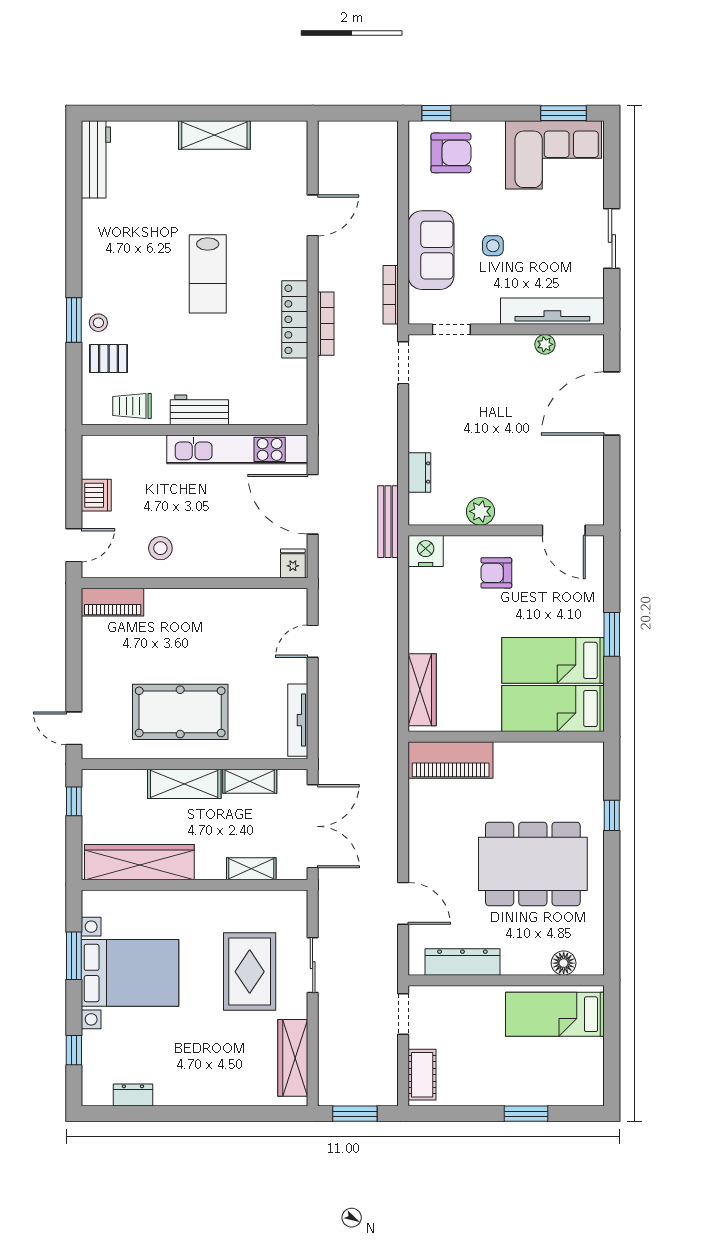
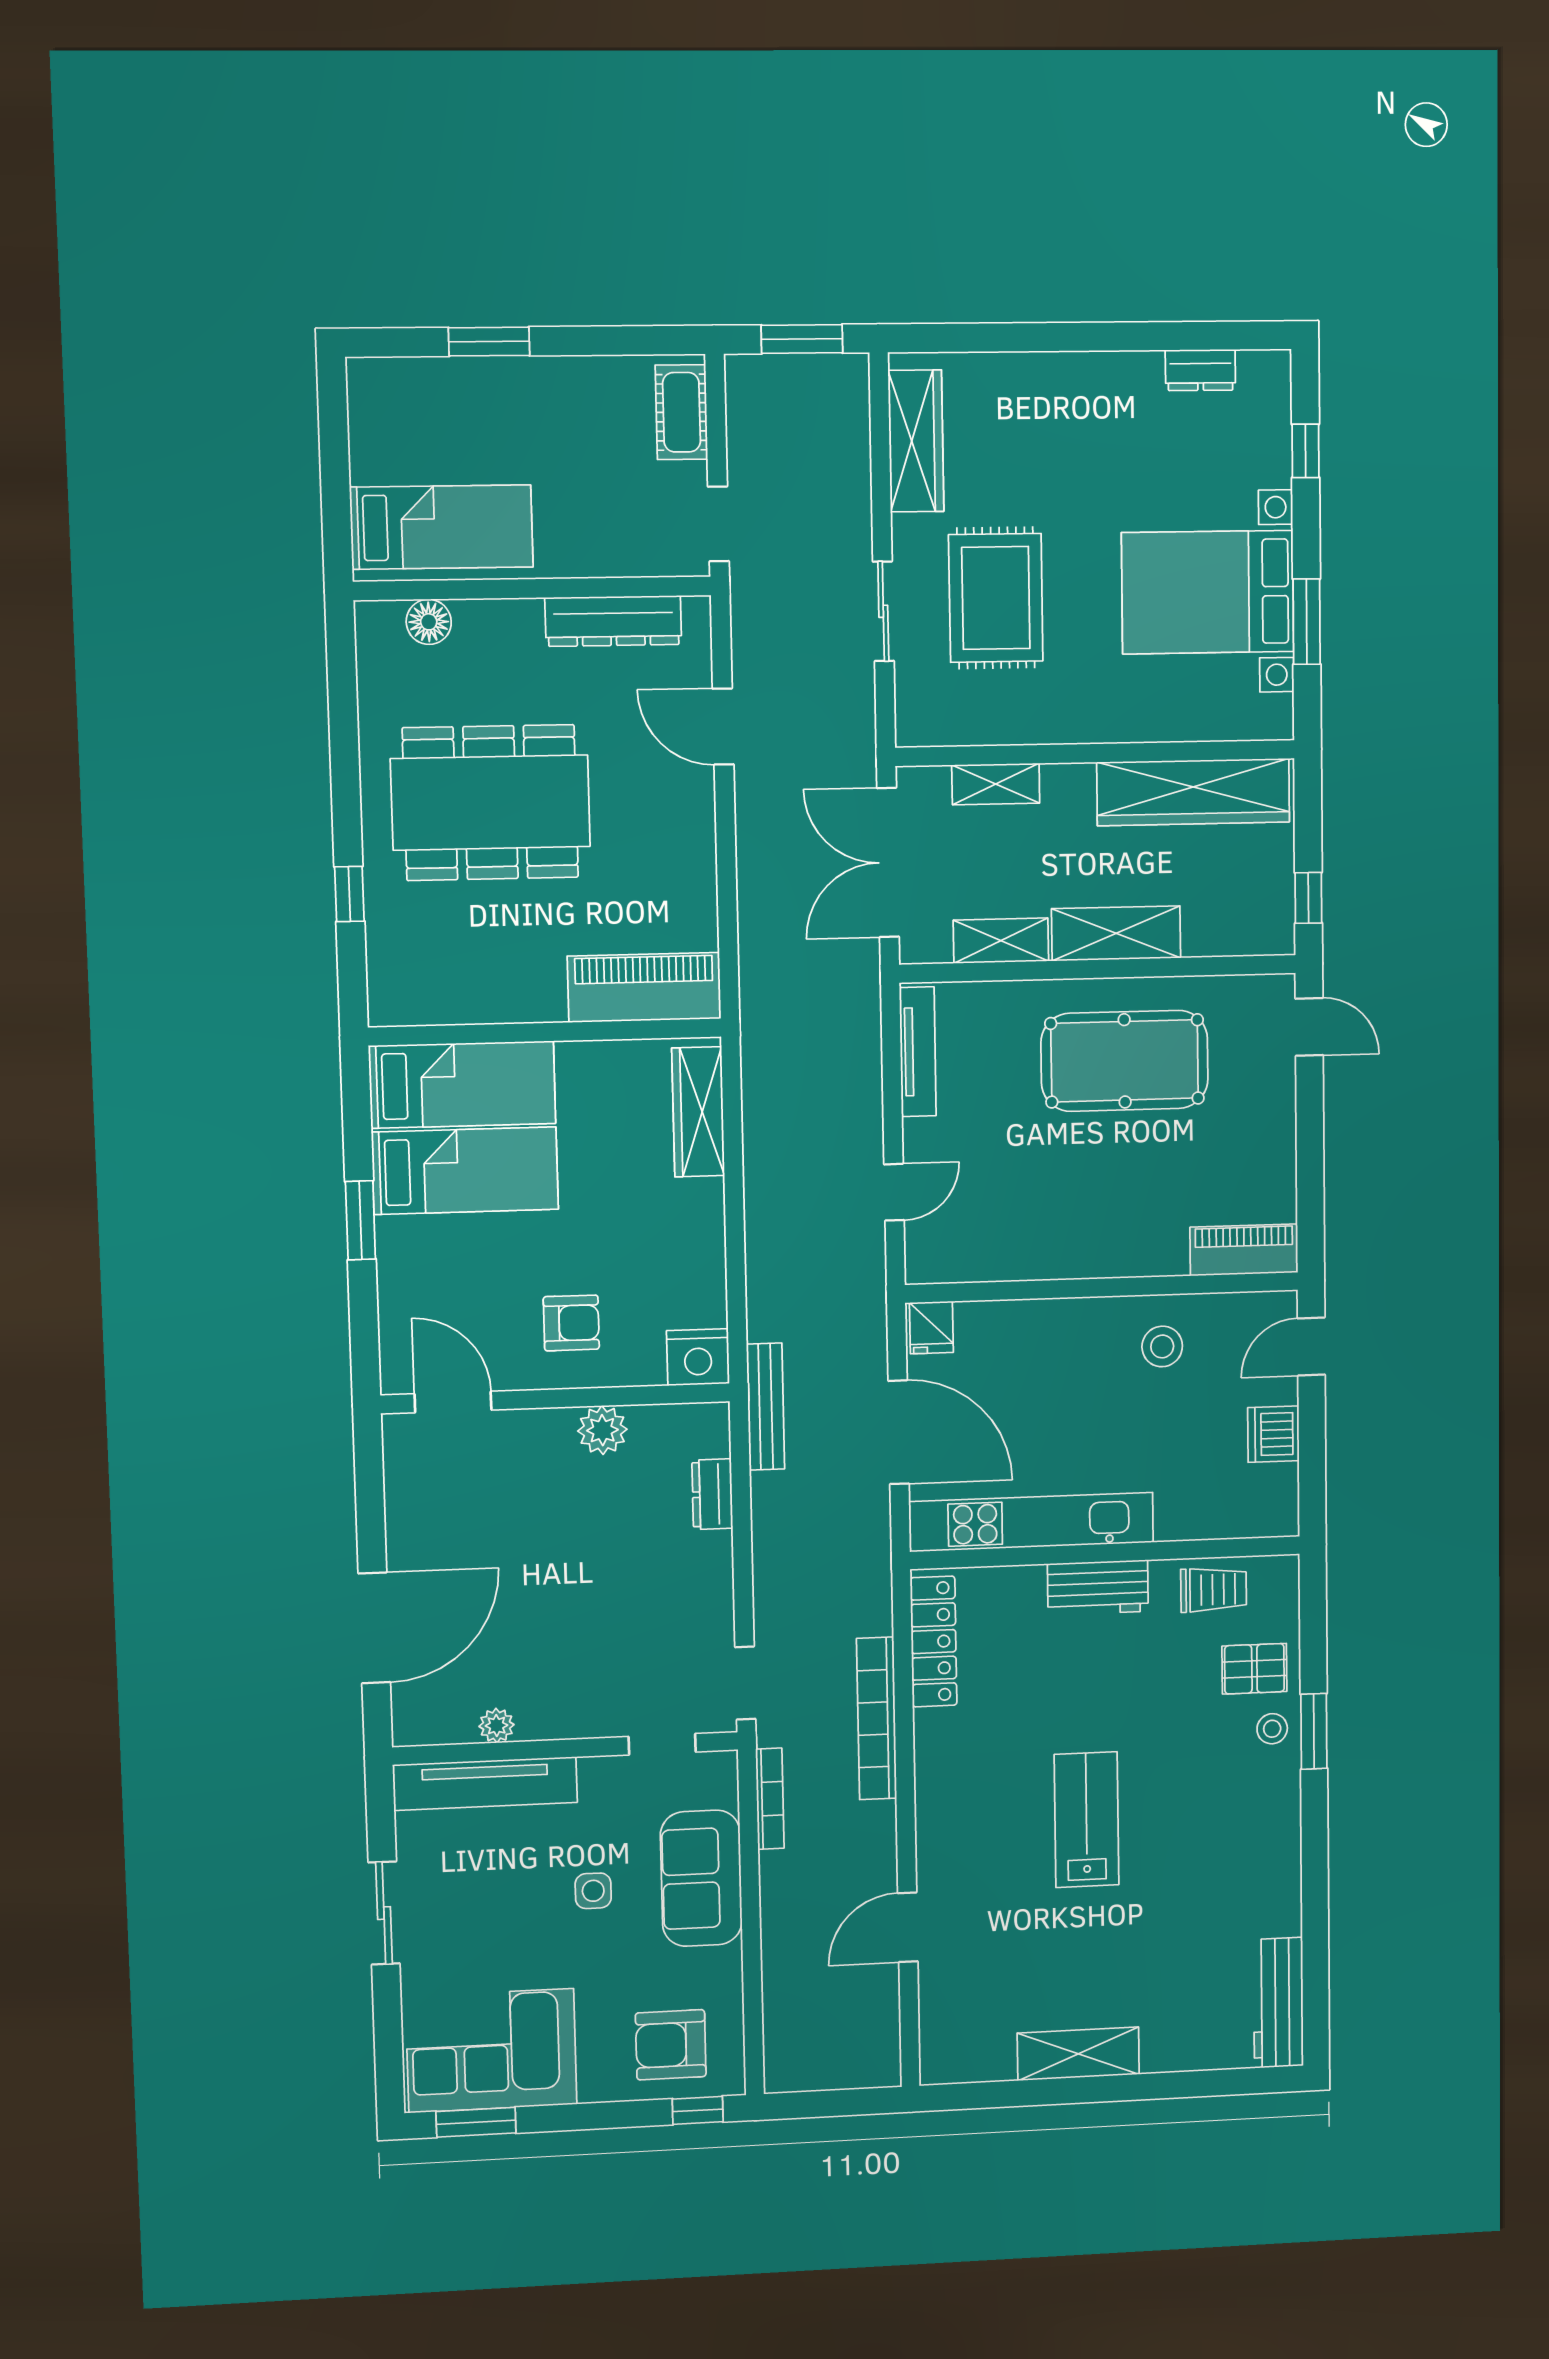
locker: (295, 319) -> (934, 1642), moved
bookcase: (326, 324) -> (877, 1718), width x1.48, depth x1.31

